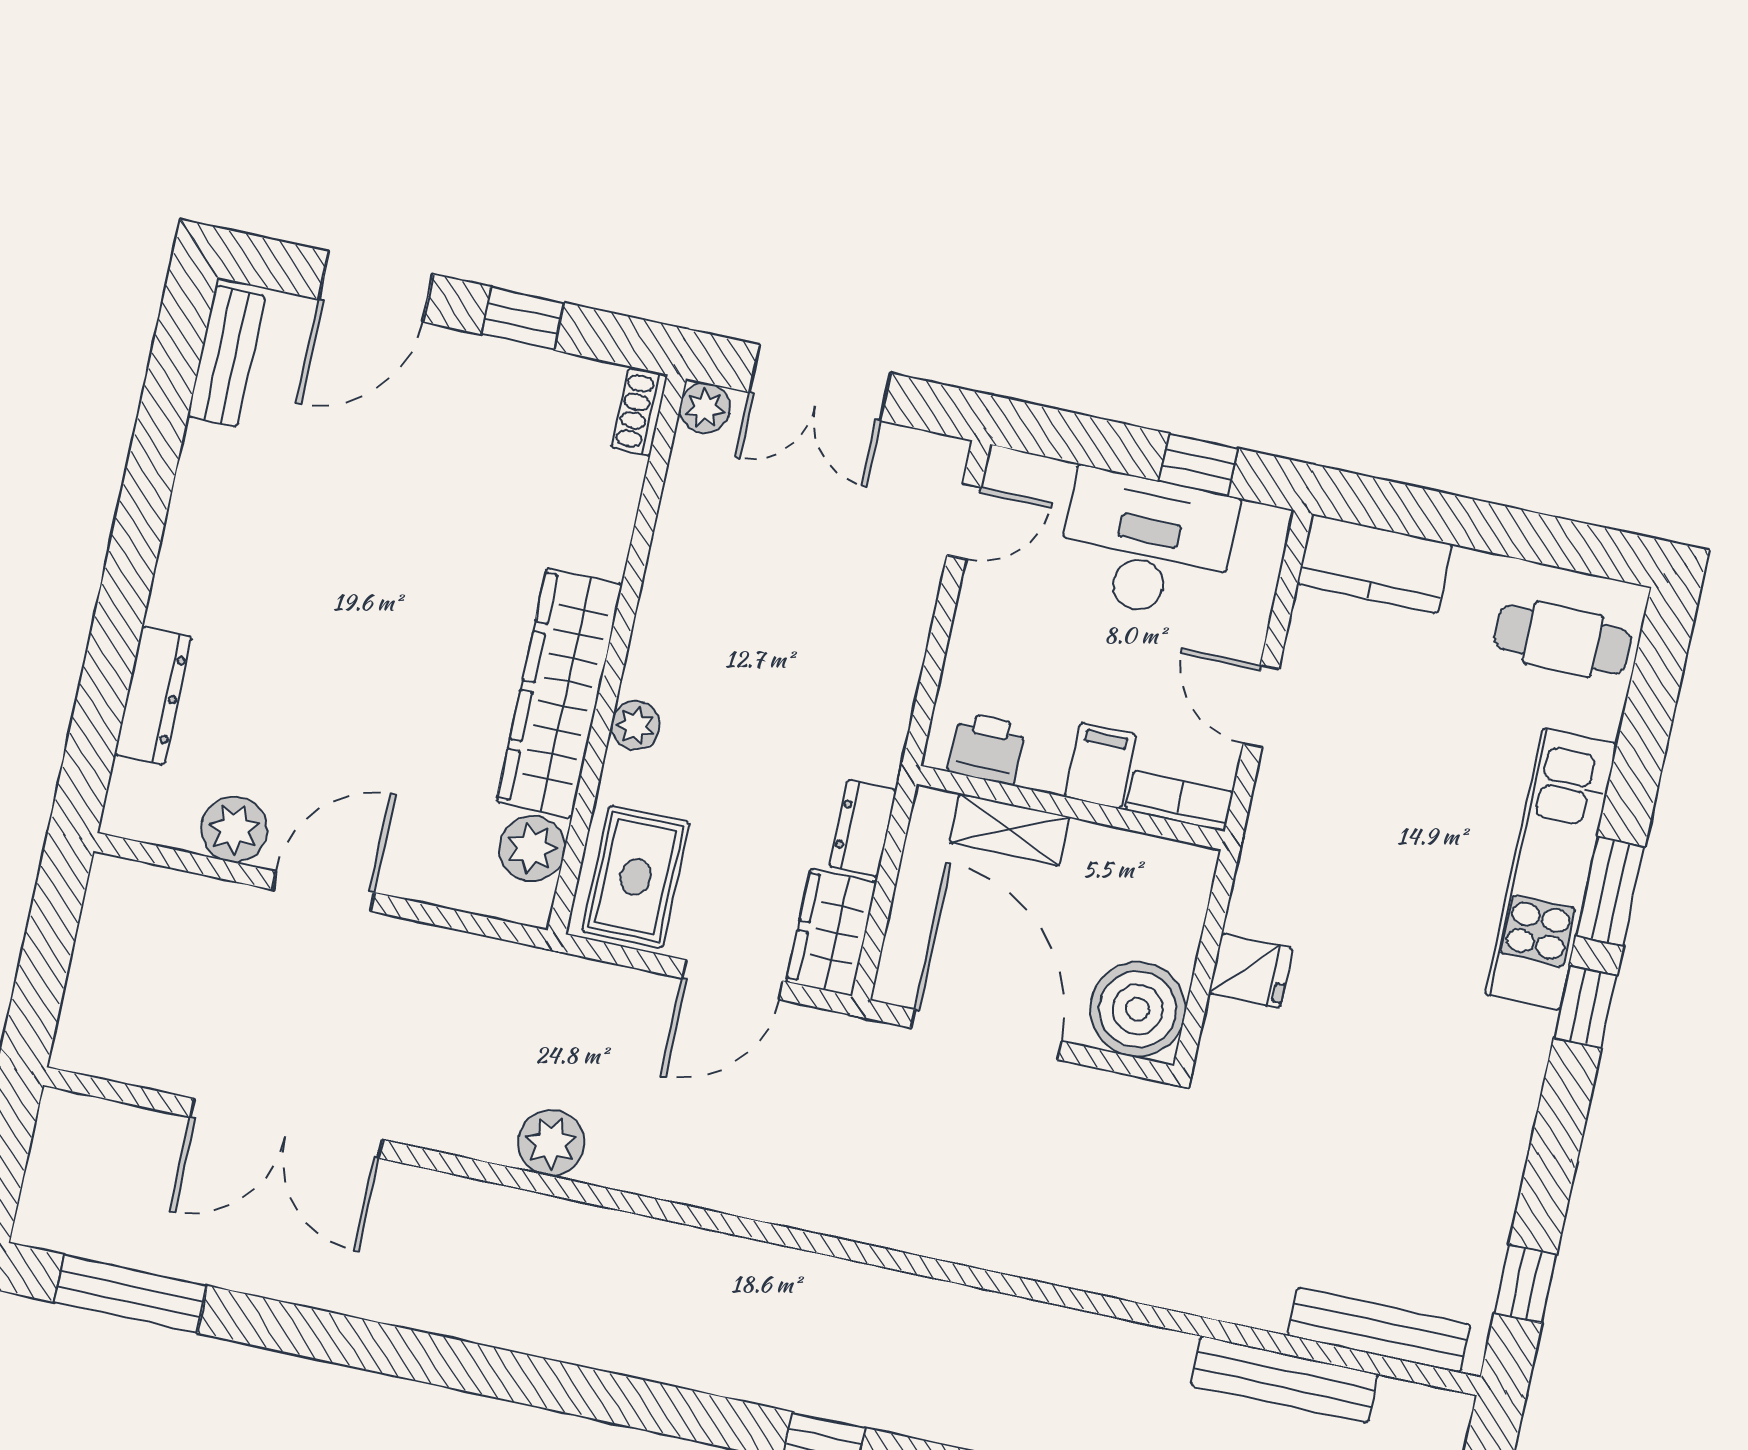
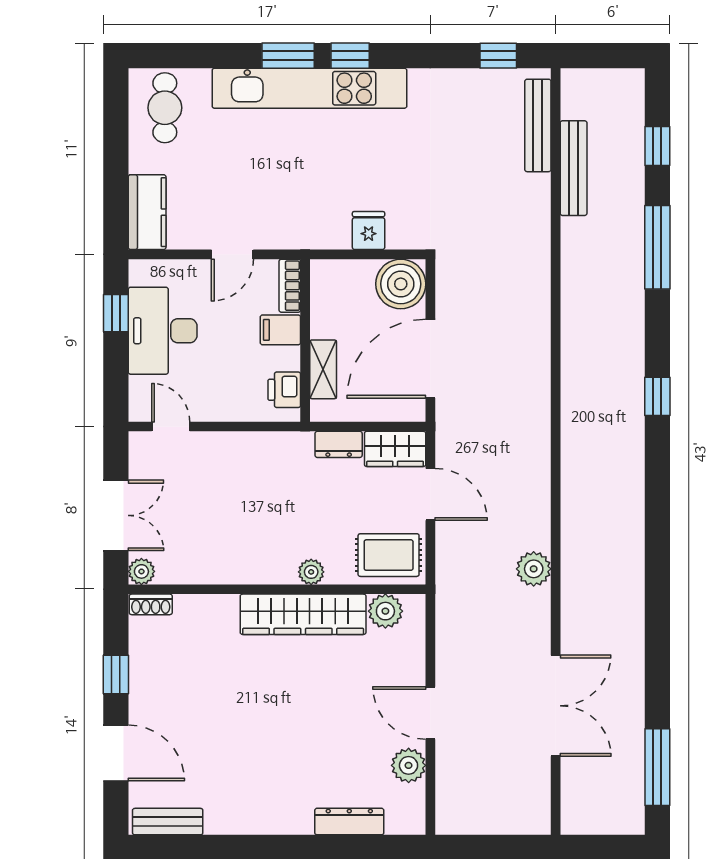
kitchen unit: (1551, 869) -> (309, 88), width x1.36

